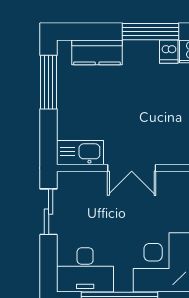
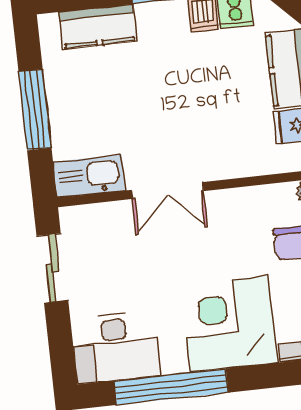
window: (49, 82) -> (35, 110), moved

